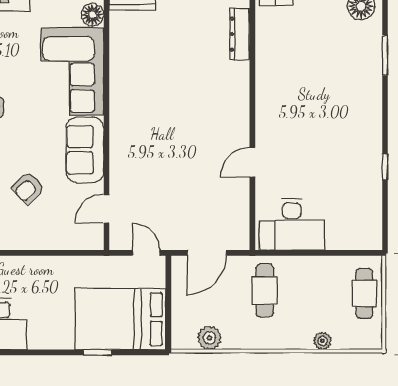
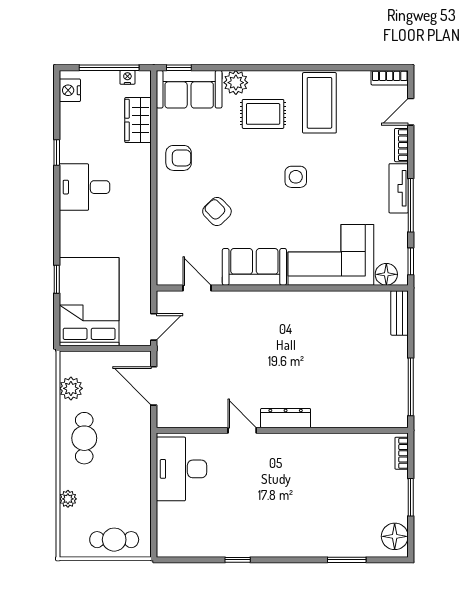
dresser: (240, 34) -> (286, 418), moved
cafe table: (265, 290) -> (84, 438), moved, turned 90

